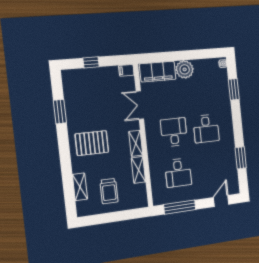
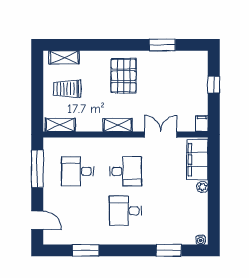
plant: (185, 69) -> (202, 187), width x0.53, depth x0.53
shelving: (138, 170) -> (60, 125), moved
shelving: (80, 187) -> (64, 57), moved

